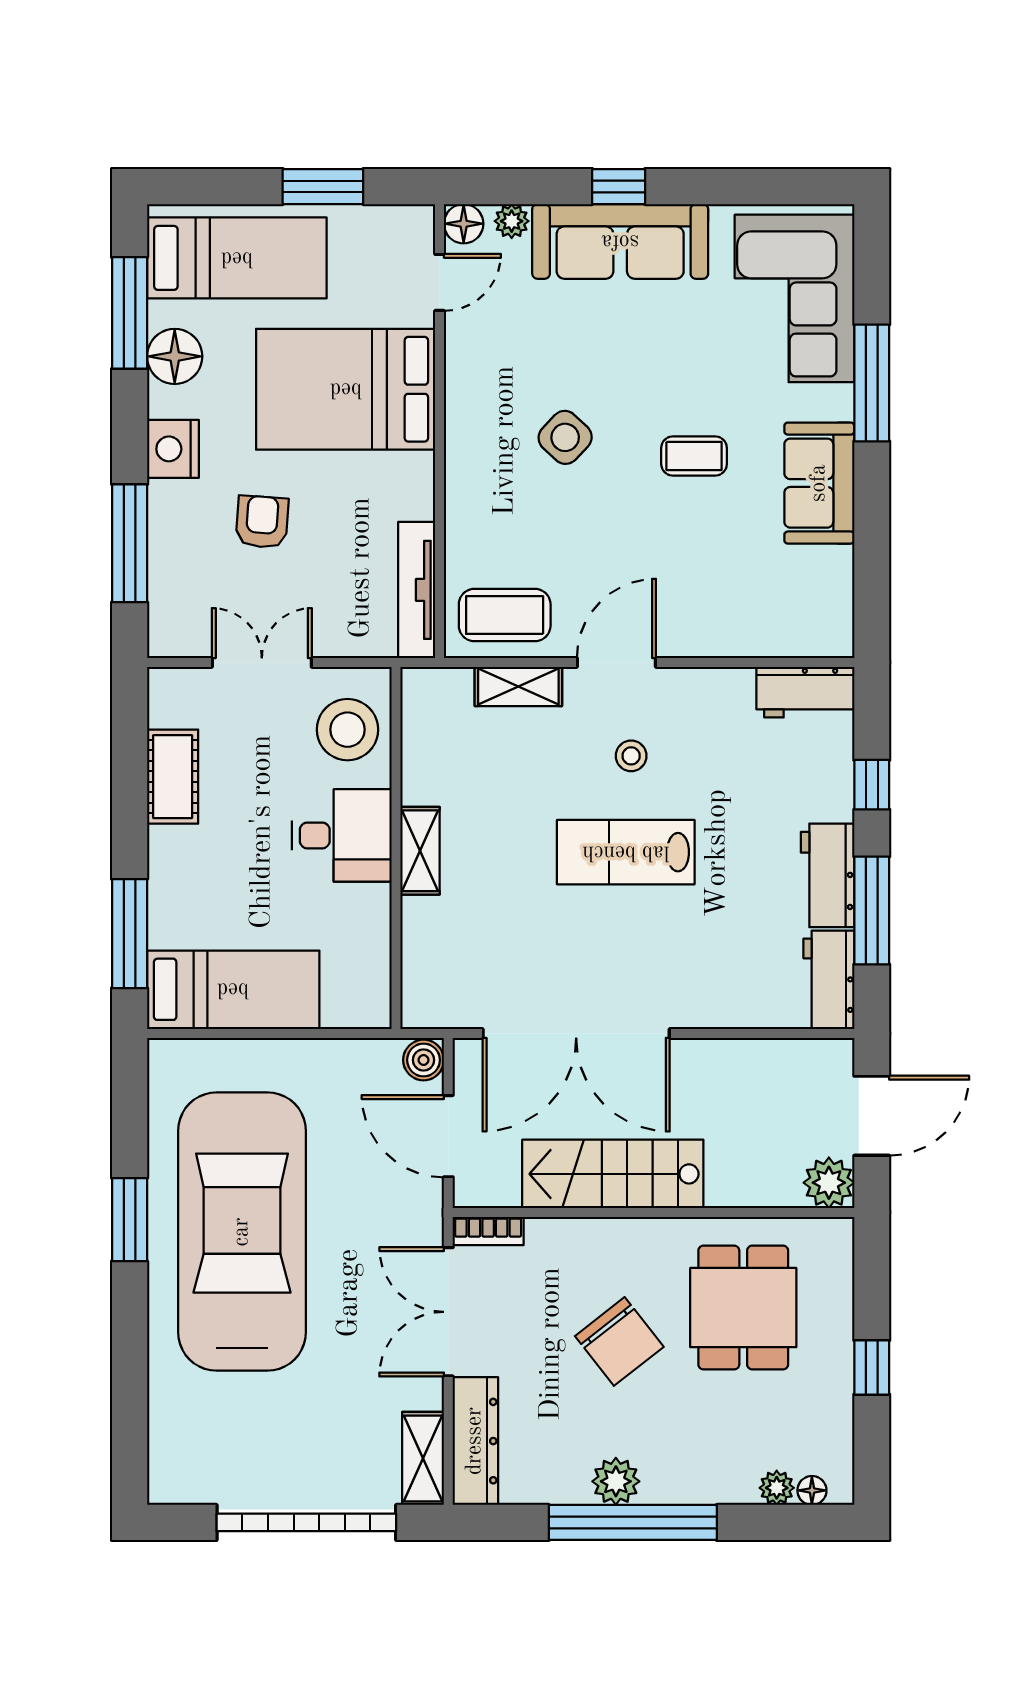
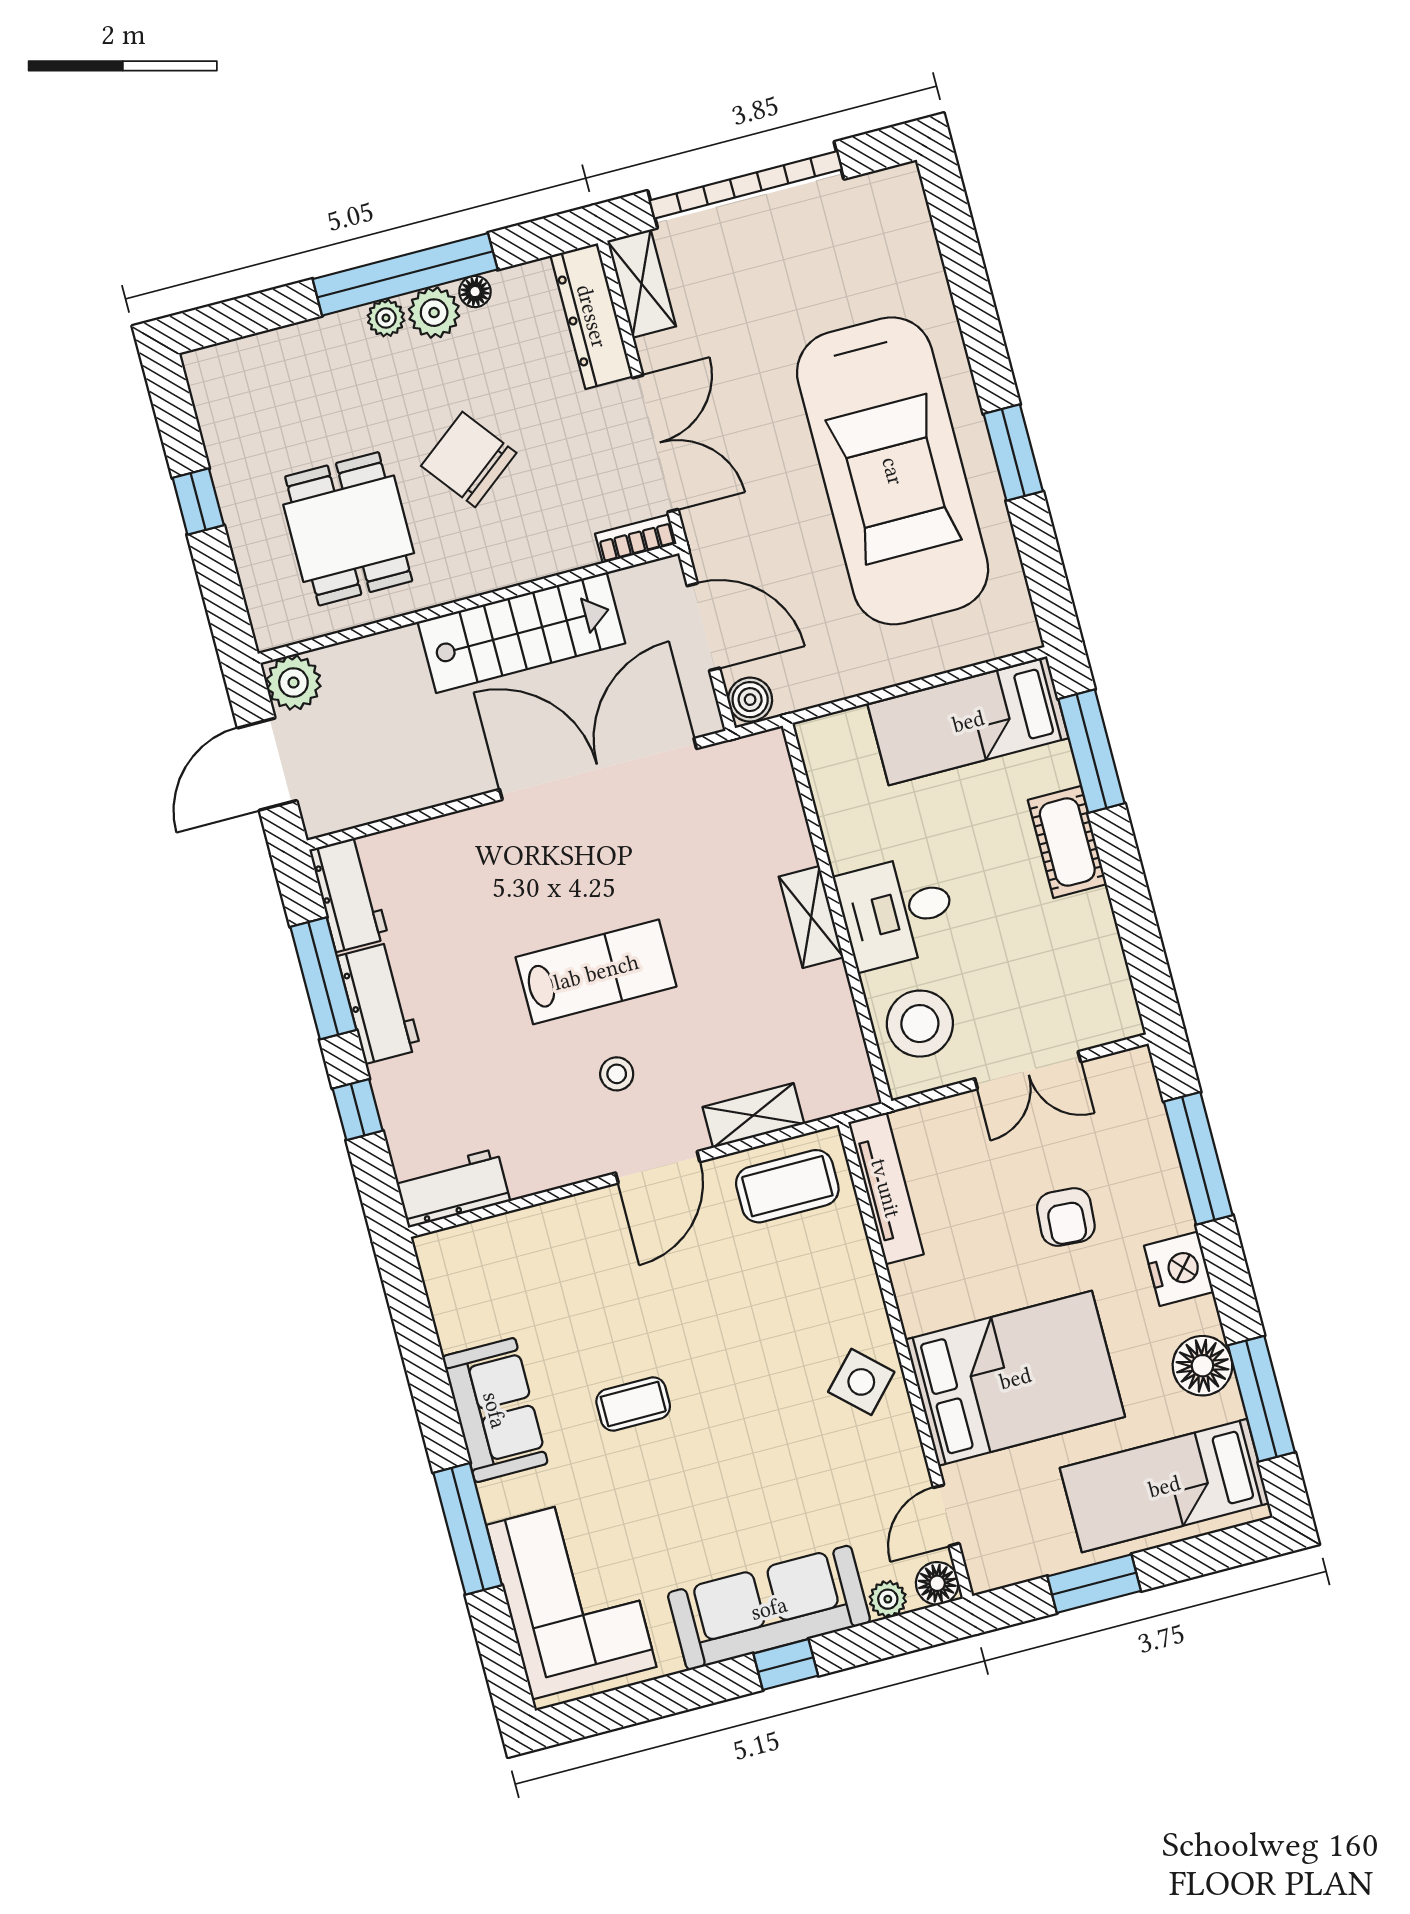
side table: (565, 437) -> (861, 1382), moved
cot: (173, 777) -> (1067, 842), moved
plant: (777, 1488) -> (386, 318), moved
floor lamp: (812, 1490) -> (475, 292), moved

